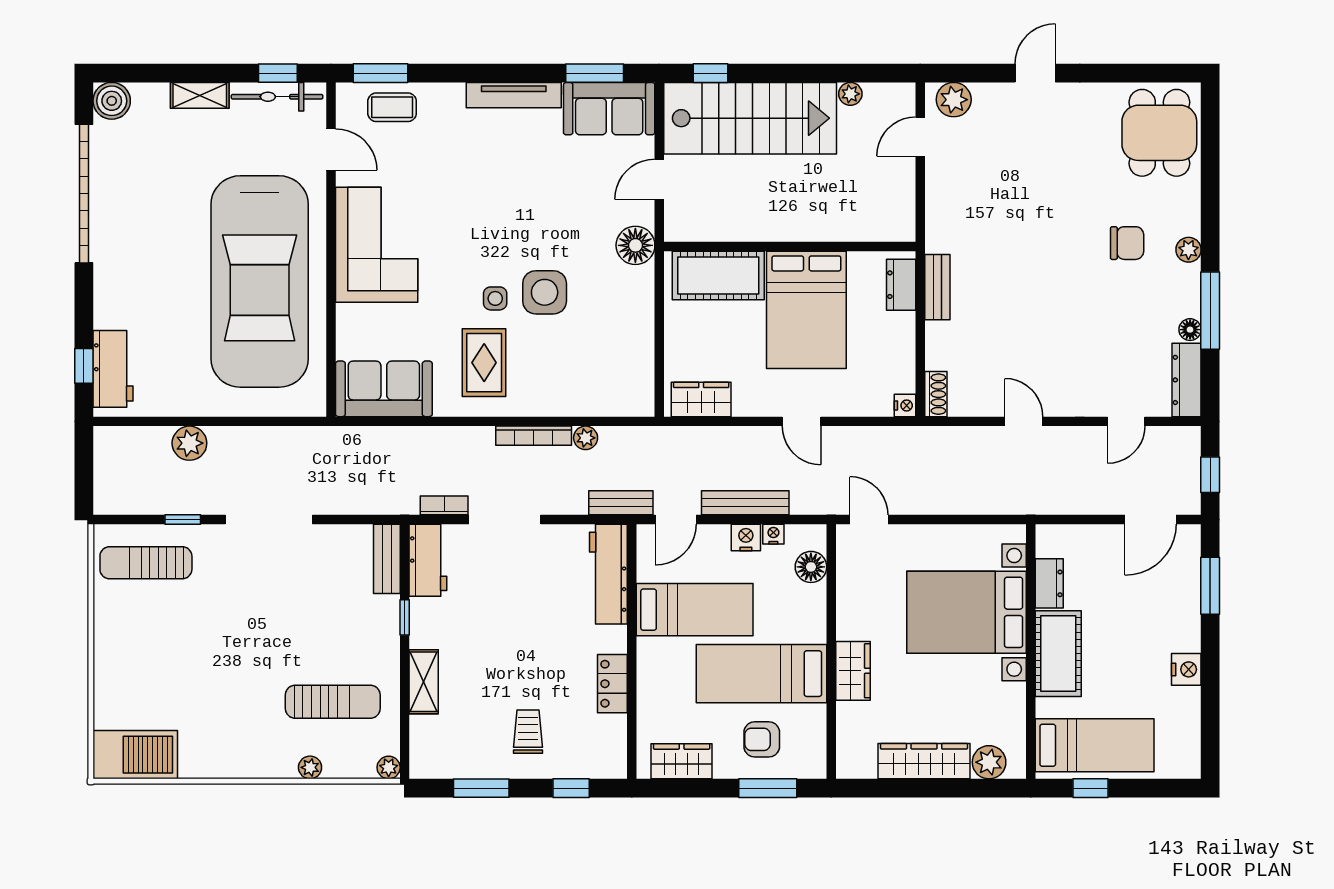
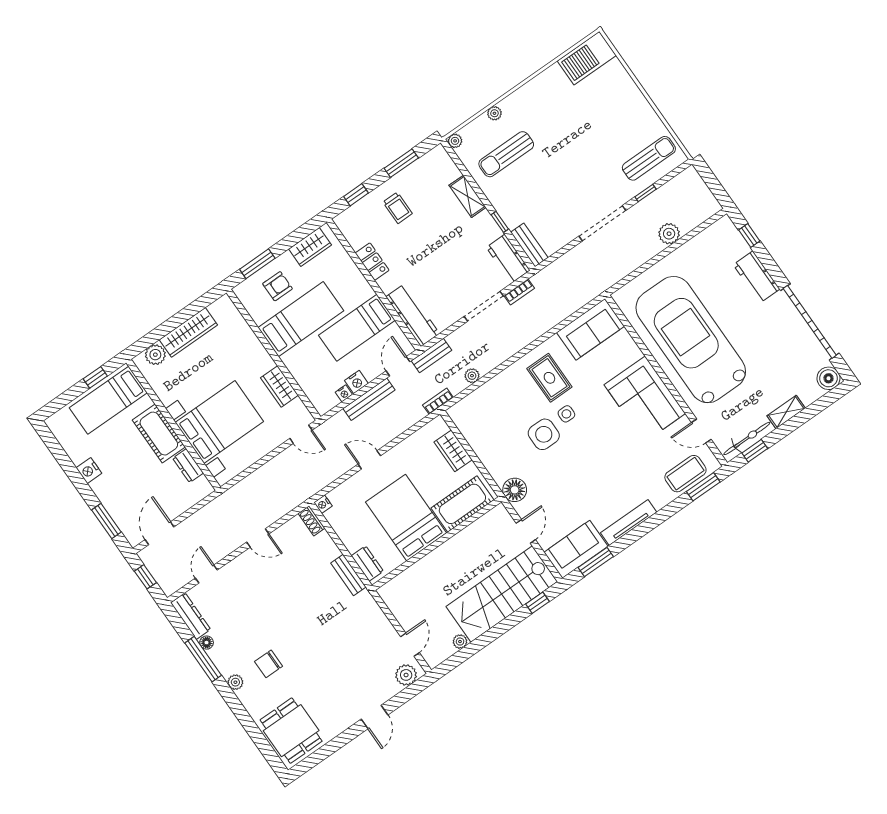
coffee table: (392, 107) -> (685, 474), width x1.36, depth x1.30
workbench: (113, 369) -> (757, 277), moved
wardrobe: (701, 399) -> (453, 451), moved, turned 90
bookcase: (534, 436) -> (438, 401), moved, width x0.64
floor lamp: (811, 567) -> (313, 390), removed
wardrobe: (853, 671) -> (279, 386), moved

